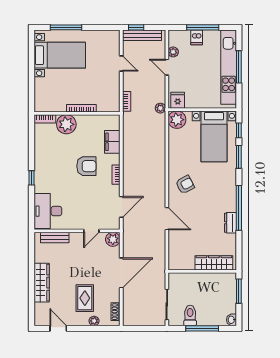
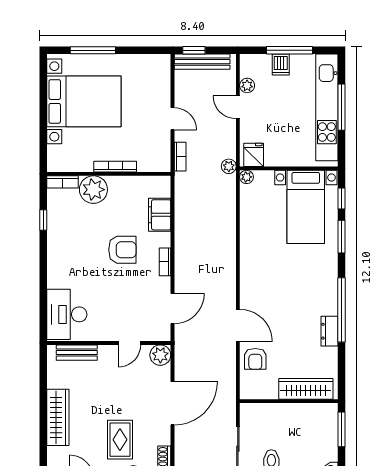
bed with nightstands: (60, 55) -> (84, 101), width x1.36
door: (121, 63) -> (172, 119), moved
plant: (177, 120) -> (247, 177), width x0.53, depth x0.53
window: (31, 178) -> (43, 220), moved
armchair: (185, 185) -> (255, 359), moved, turned 118

